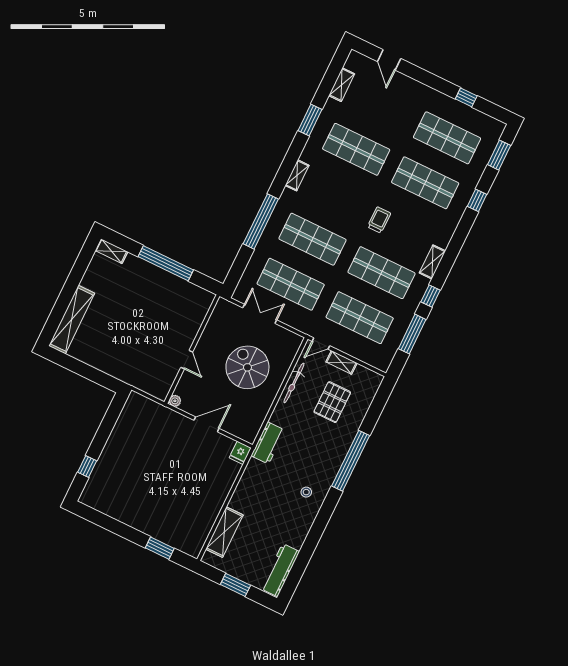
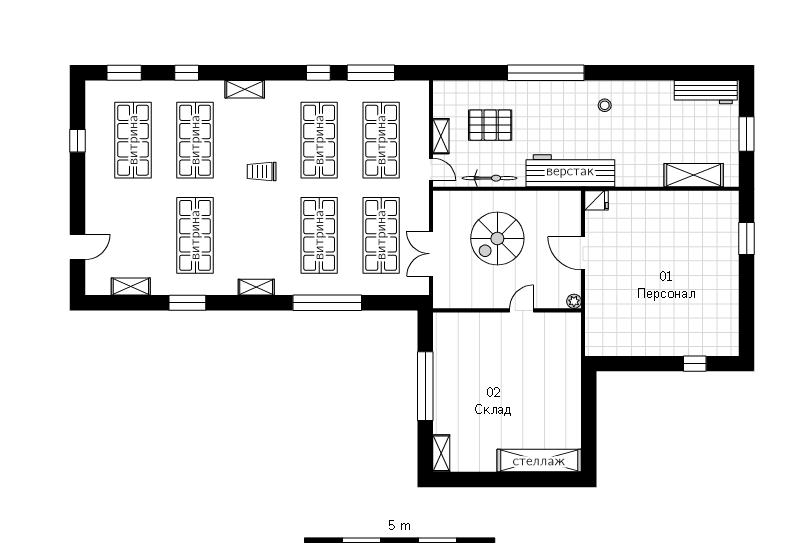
shelving: (432, 262) -> (245, 89), moved
workbench: (268, 443) -> (570, 171), width x1.88, depth x1.32

